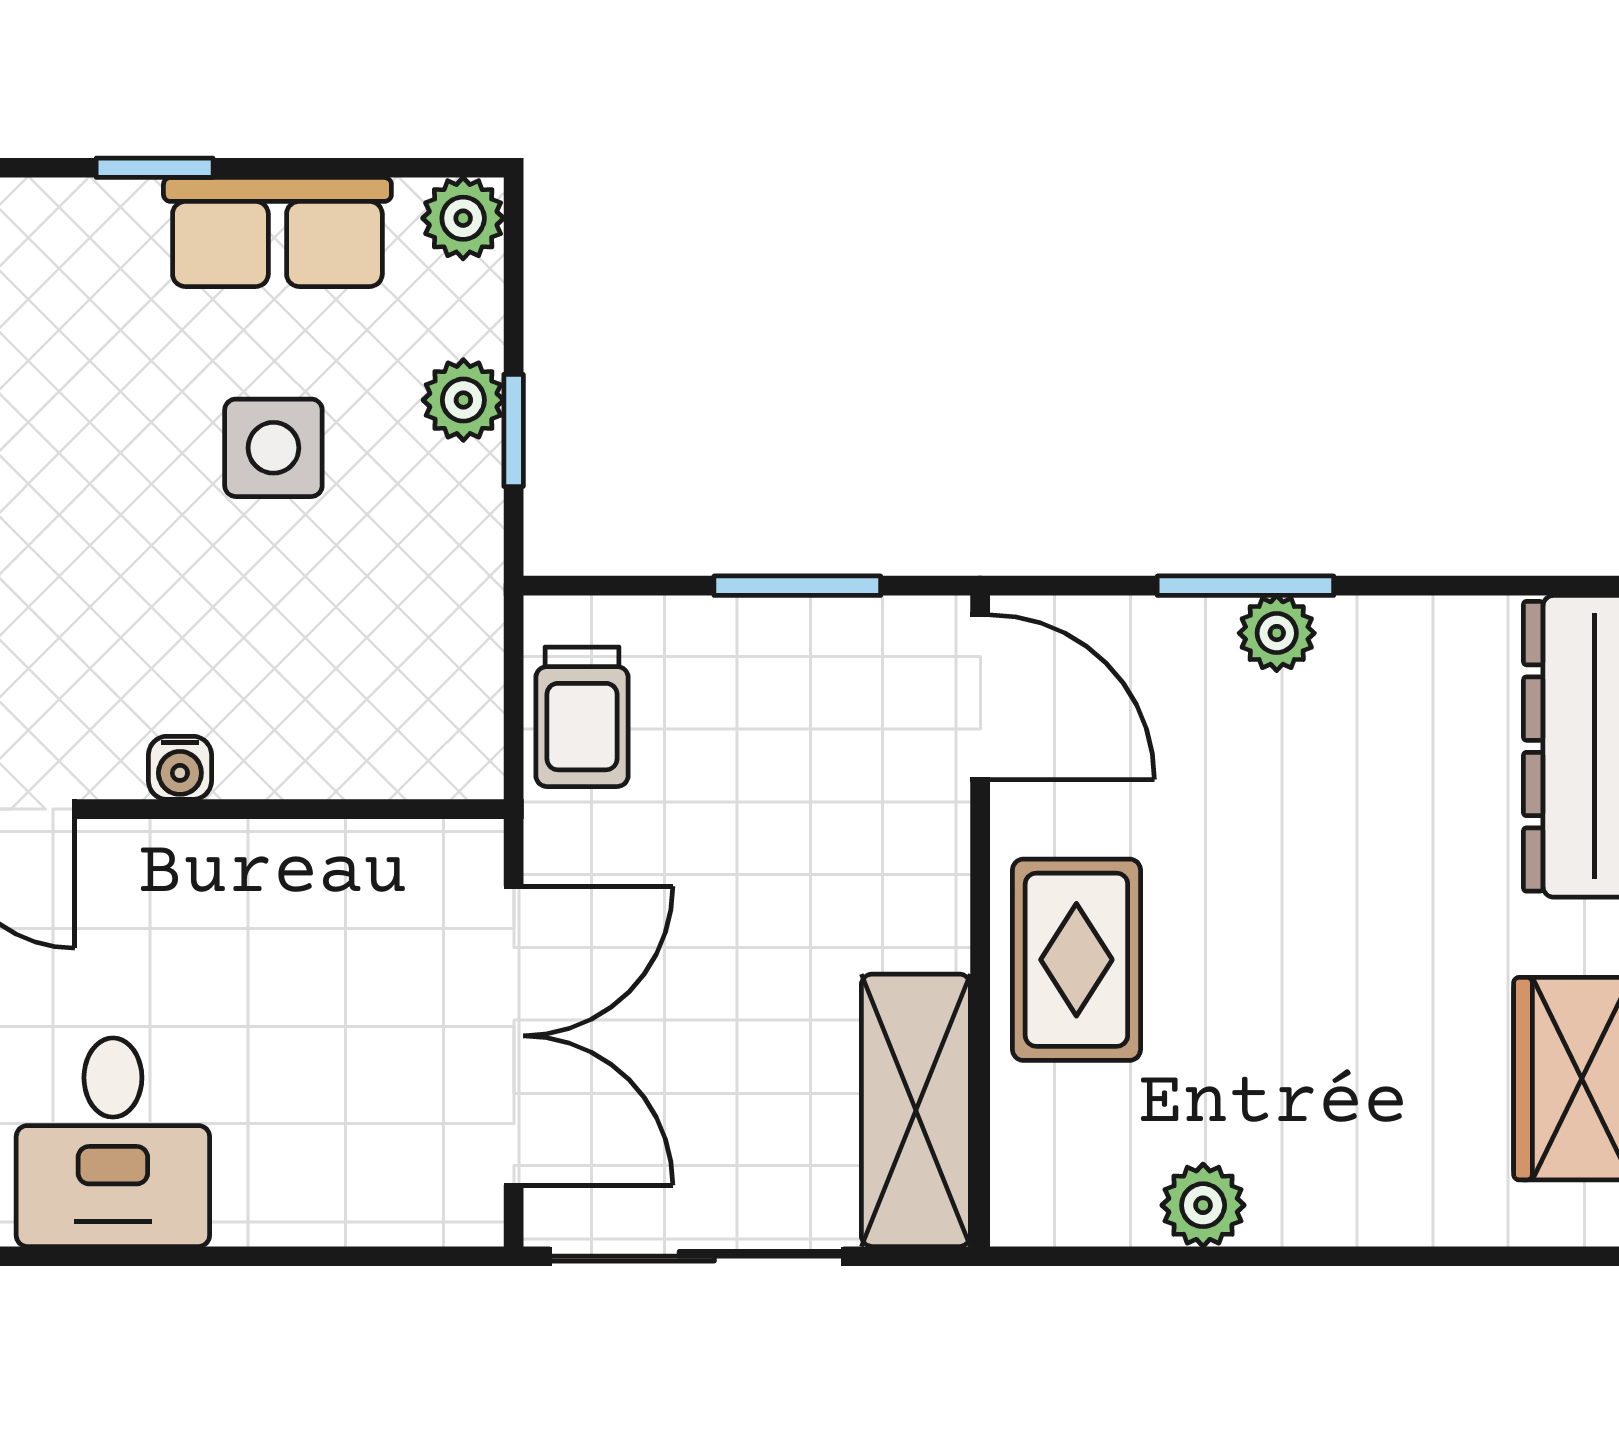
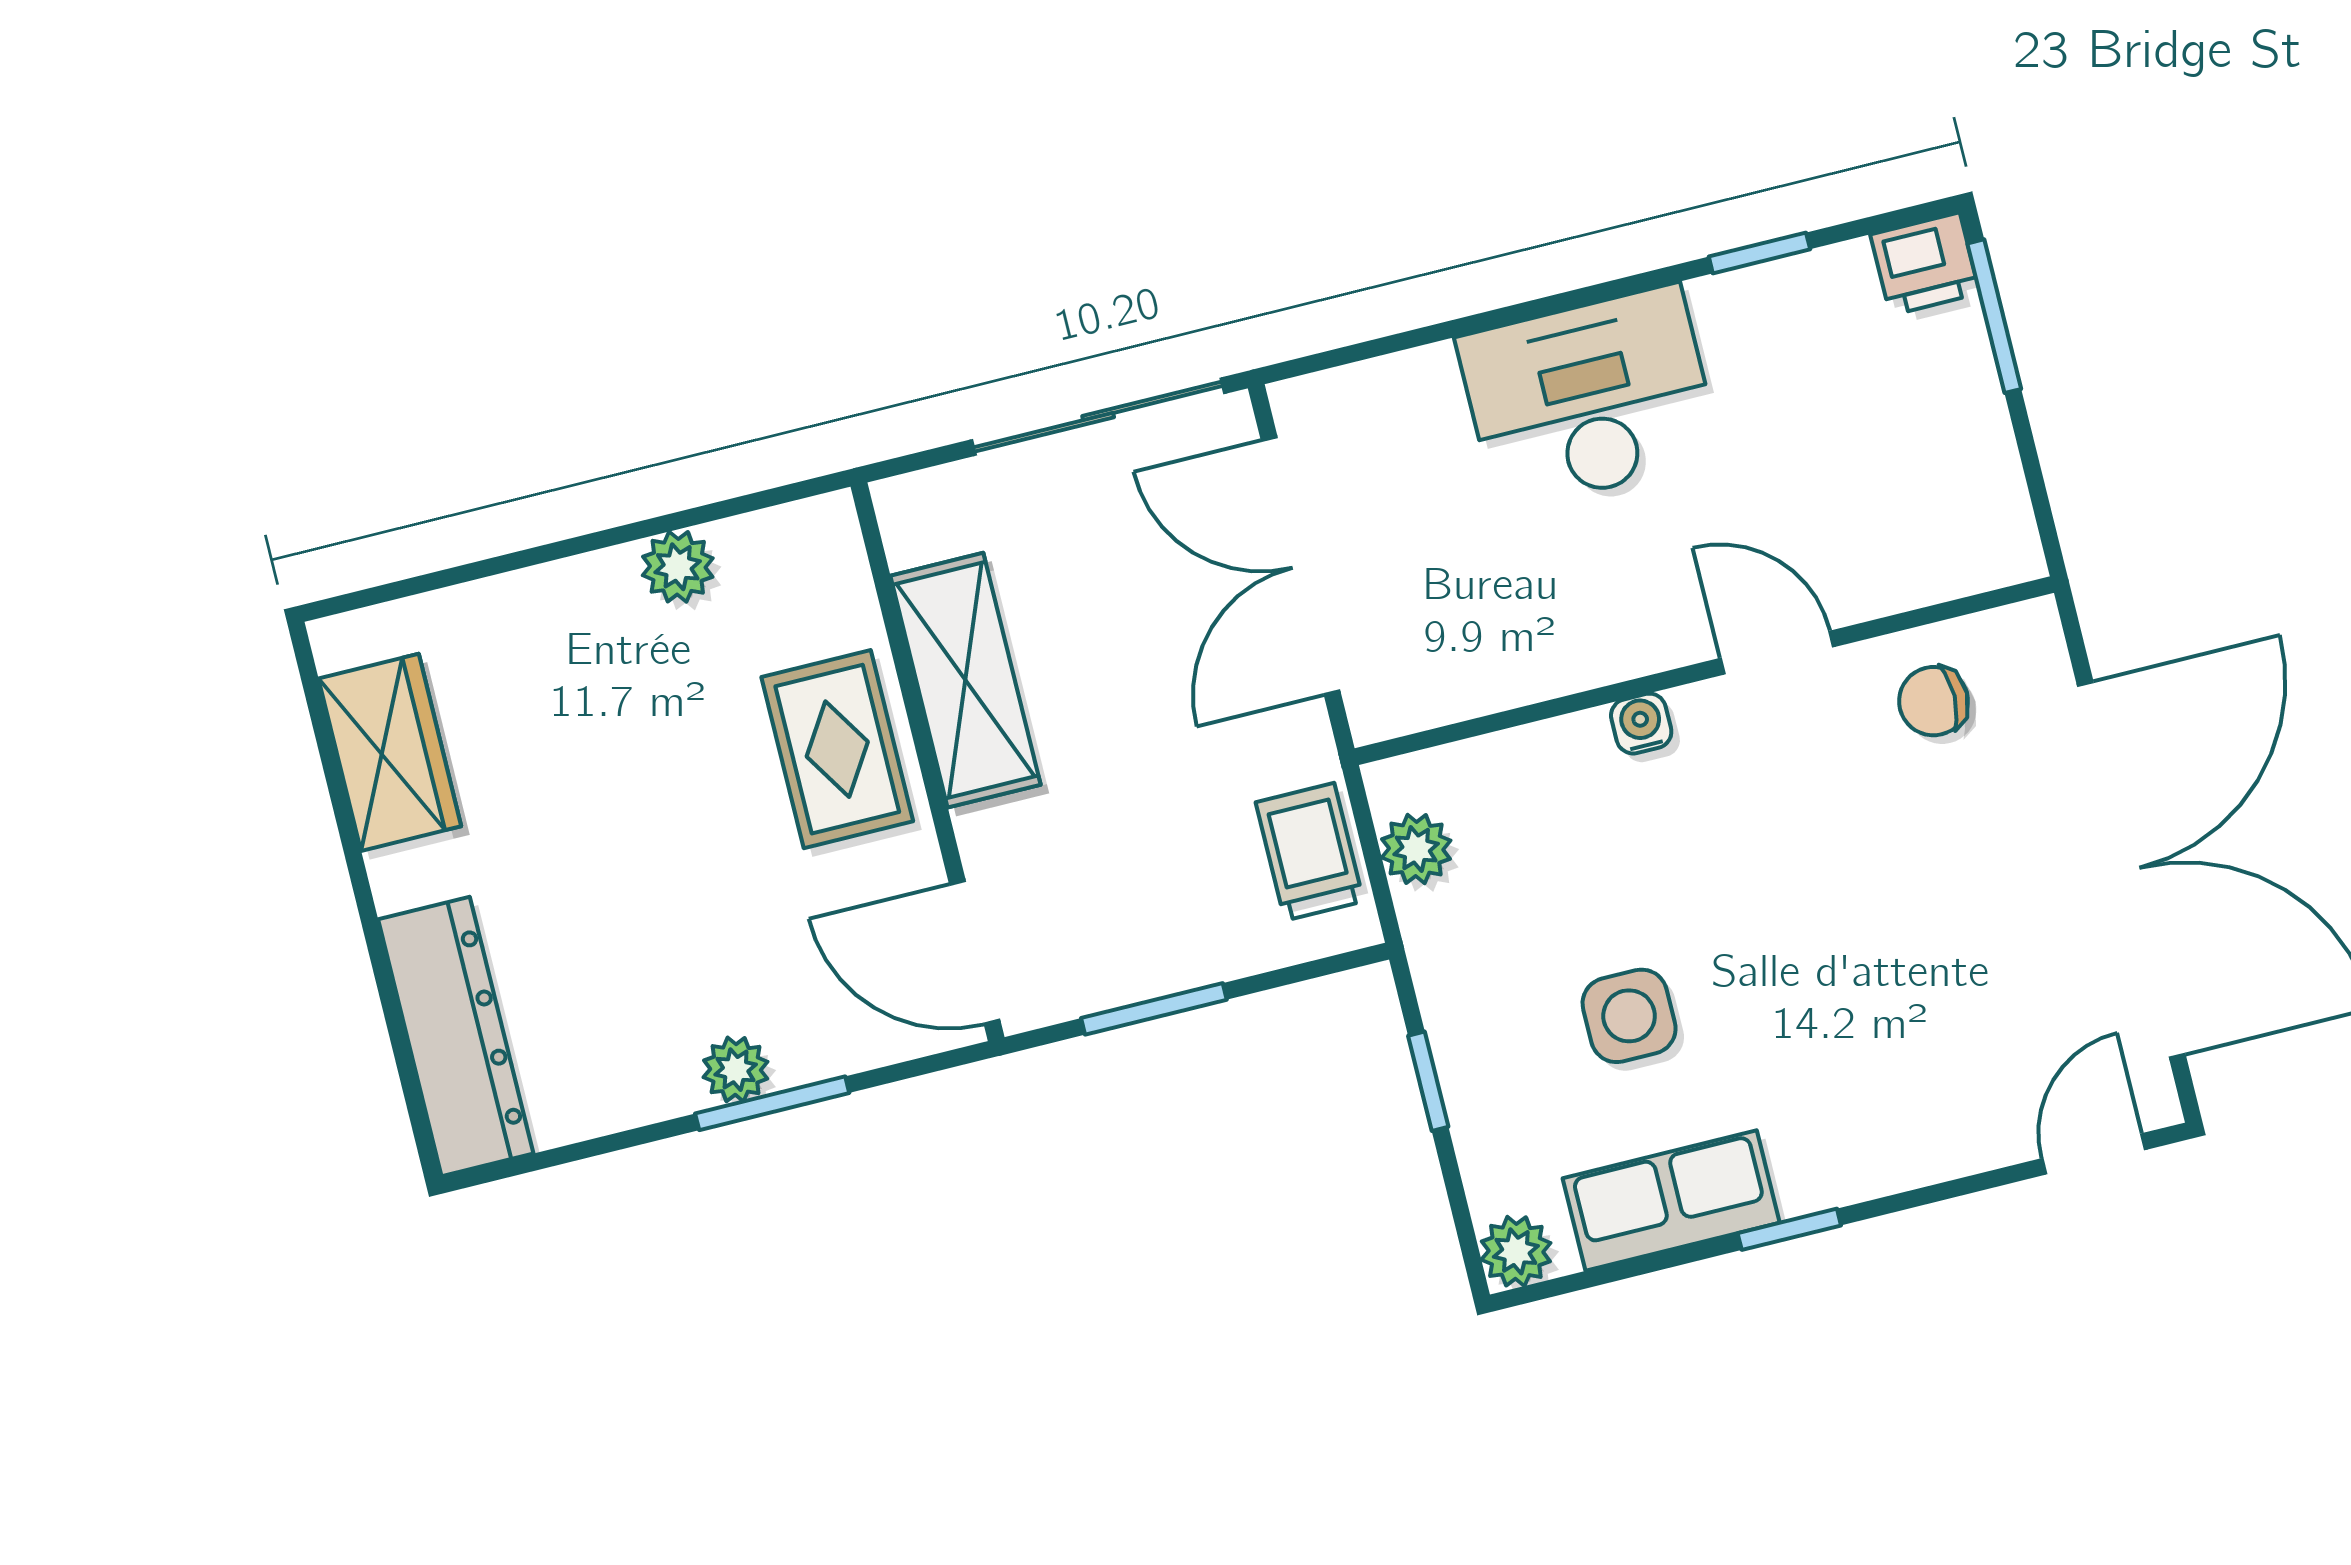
plant: (463, 400) -> (1416, 849), moved
shelving: (916, 1110) -> (965, 680), moved
desk: (113, 1142) -> (1589, 398), width x1.37

